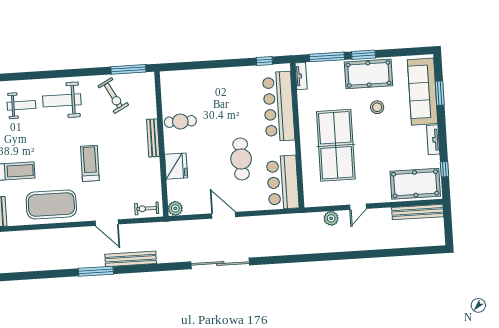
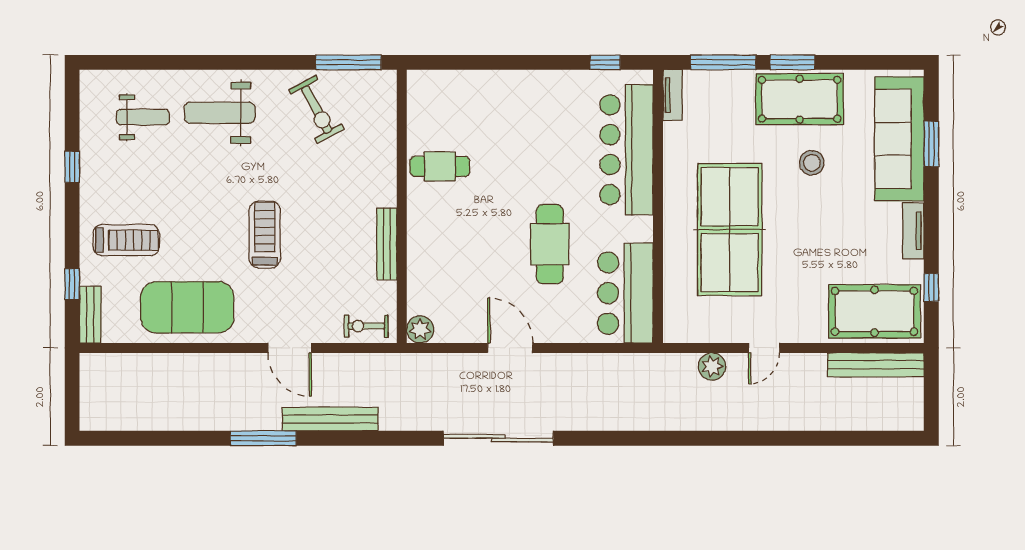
bench: (153, 138) -> (387, 244), moved
fridge: (176, 166) -> (427, 250), removed

